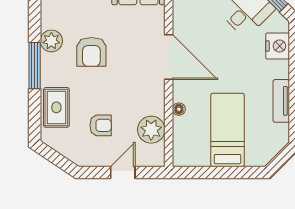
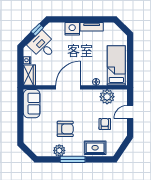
nightstand: (278, 46) -> (72, 29), moved
bed: (228, 130) -> (116, 65), moved, turned 90
door: (123, 172) -> (130, 112), hinge flipped

